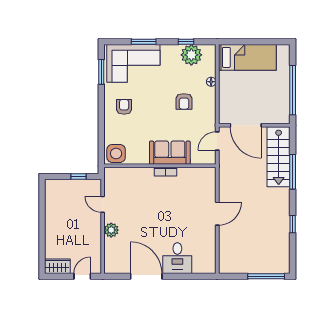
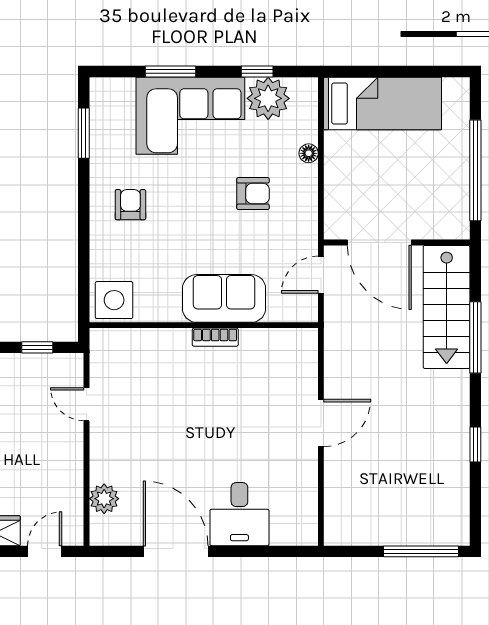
corner sofa: (133, 63) -> (190, 116), moved
armchair: (184, 101) -> (253, 194), turned -90
plant: (111, 230) -> (104, 499), moved

